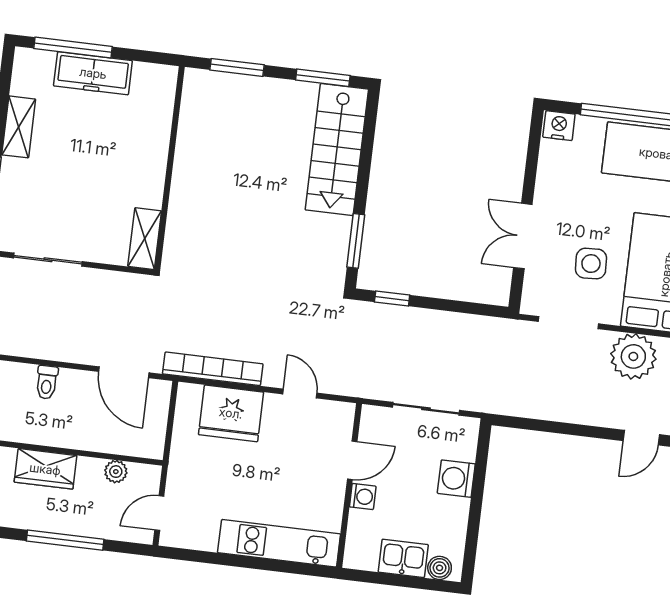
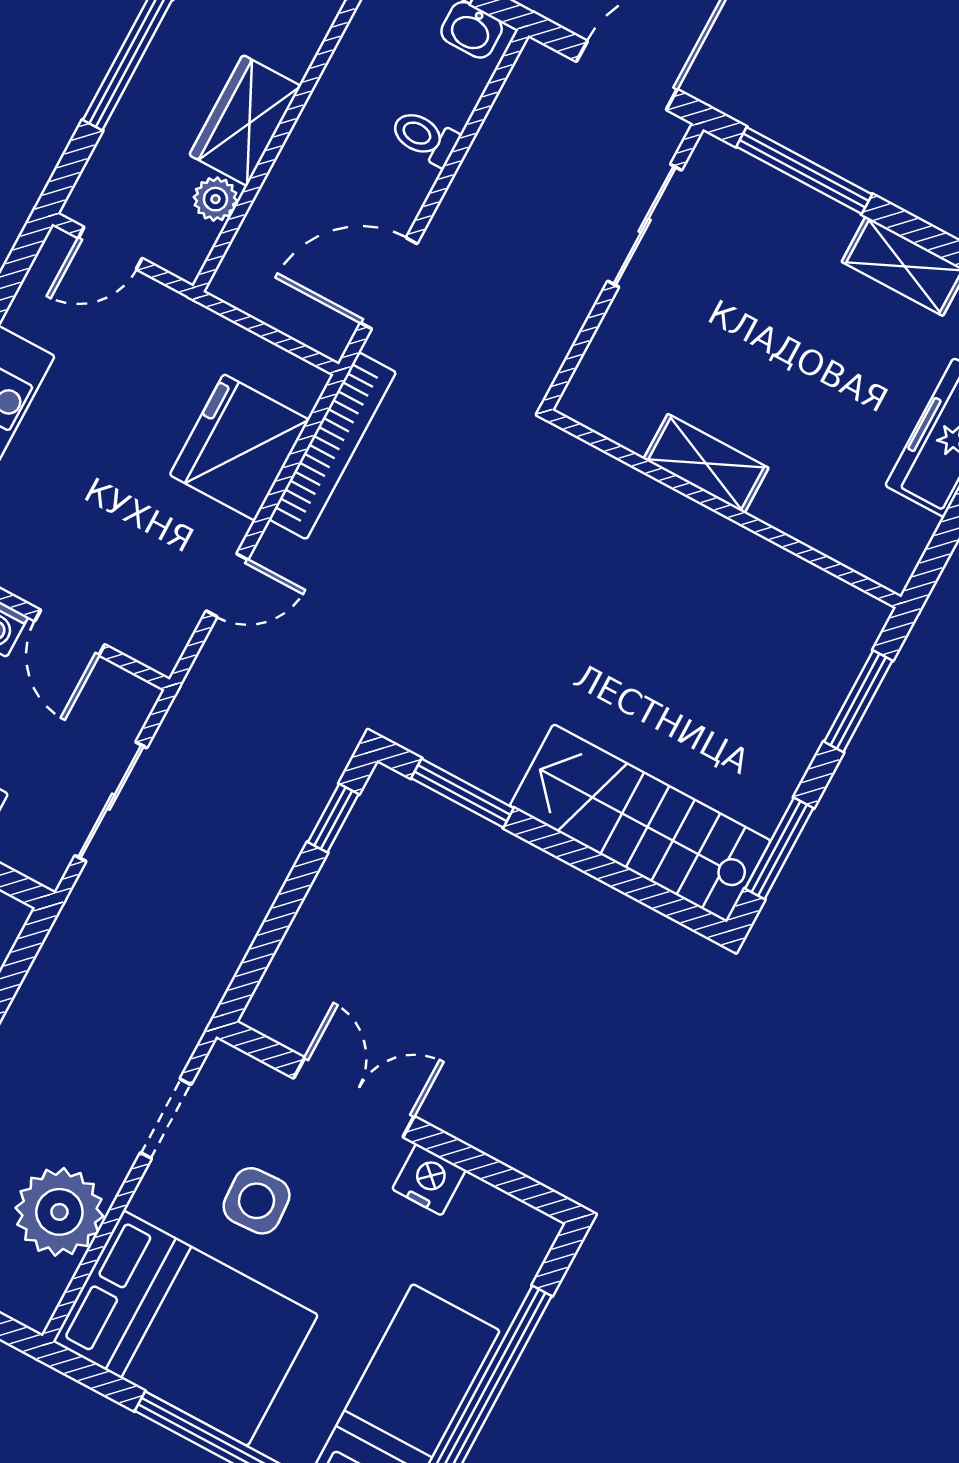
nightstand: (559, 126) -> (429, 1180), moved, turned -90
shelving: (145, 239) -> (706, 463), moved
doorway: (568, 323) -> (166, 1119), width x0.73
wardrobe: (45, 469) -> (245, 120), moved
door: (159, 513) -> (110, 248), swing flipped

